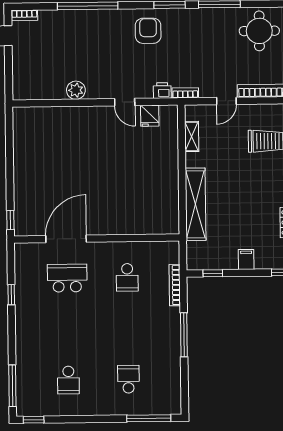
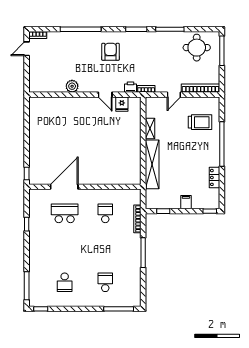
armchair: (148, 31) -> (110, 52), moved
shelving: (192, 137) -> (150, 129), moved
school desk: (127, 277) -> (105, 213), turned 180

